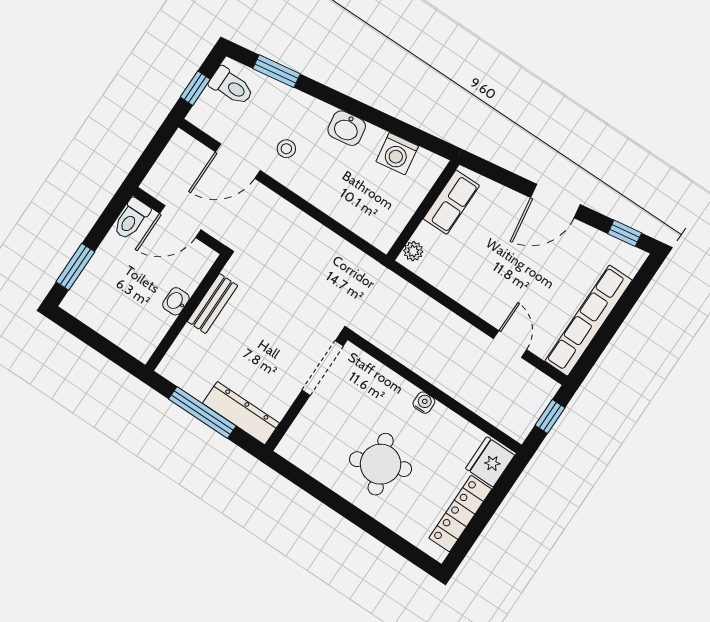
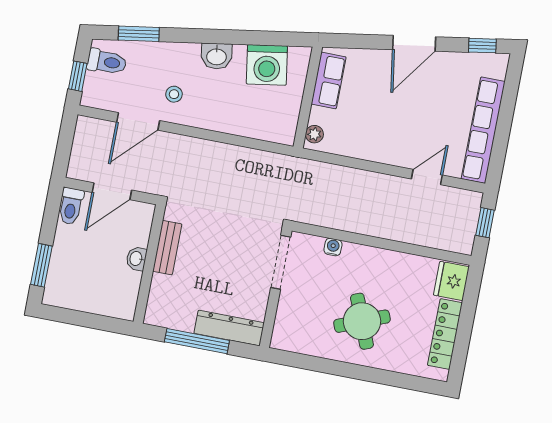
washing machine: (397, 154) -> (267, 65), width x1.37, depth x1.37
door: (510, 344) -> (427, 177), hinge flipped
water cooler: (424, 403) -> (333, 247), moved

